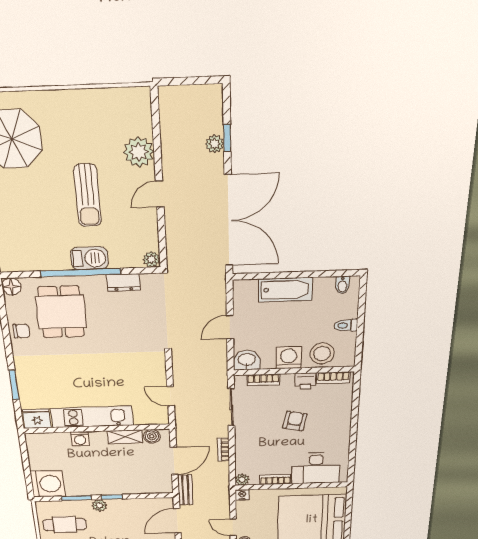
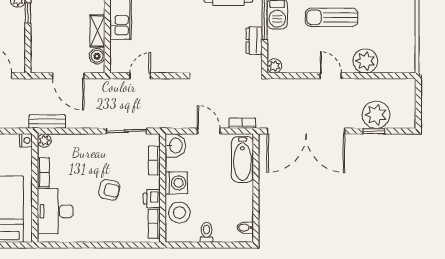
plant: (215, 144) -> (376, 115), width x1.87, depth x1.87
bathtub: (285, 290) -> (242, 159), moved
bookcase: (224, 449) -> (242, 123), moved
bench: (185, 490) -> (47, 122), moved

